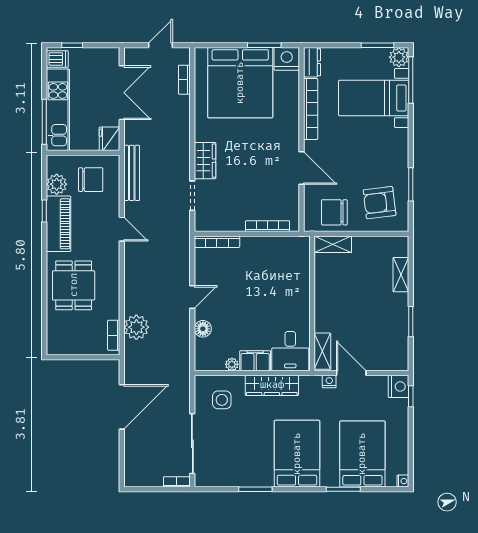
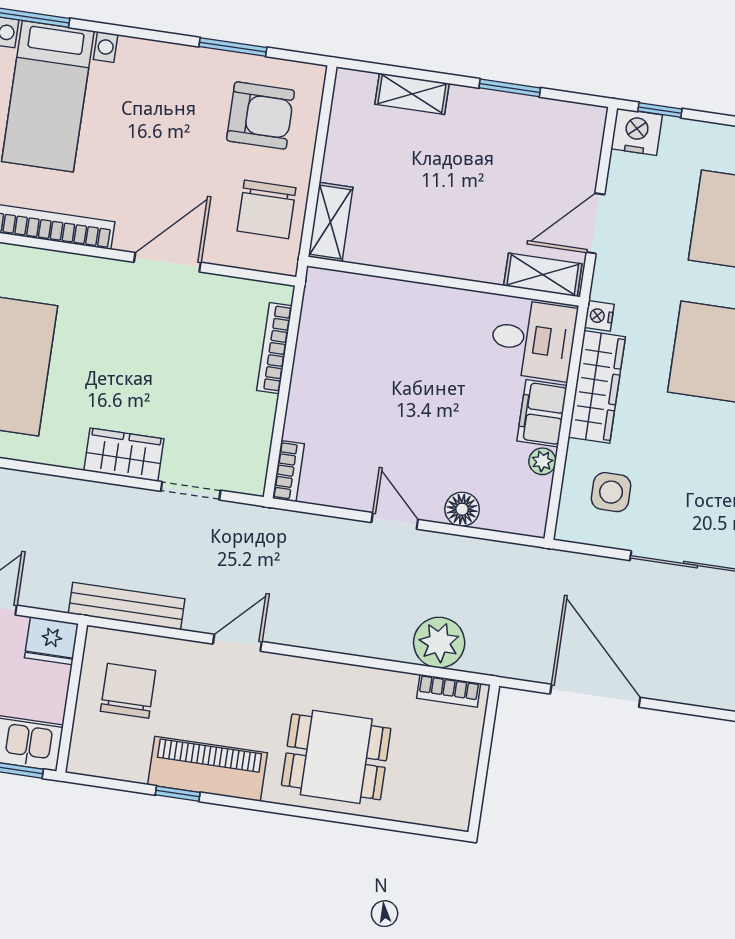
plant: (57, 184) -> (127, 761), removed
armchair: (380, 203) -> (260, 115), turned -83
bookcase: (217, 242) -> (288, 471), width x0.64
nightstand: (329, 382) -> (599, 316), moved

